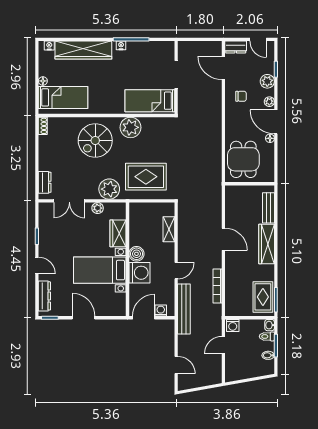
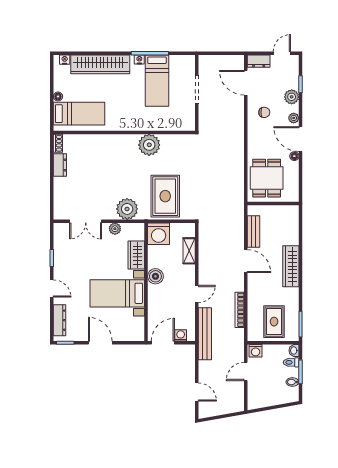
door: (258, 39) -> (282, 53), swing flipped
bed: (150, 101) -> (157, 81), moved, turned -90
spiral stairs: (95, 140) -> (113, 158), removed
rug: (146, 177) -> (165, 196), turned 90
dresser: (45, 182) -> (60, 165), moved
bench: (268, 208) -> (254, 231), moved
washing machine: (140, 273) -> (159, 234), moved, turned 90
rug: (263, 297) -> (274, 322), moved

